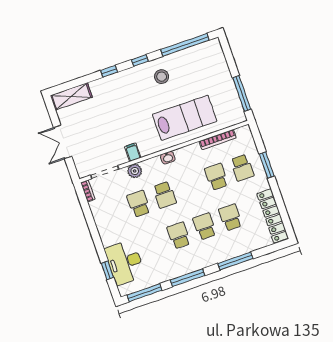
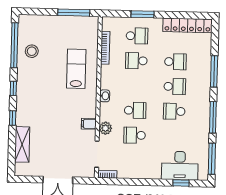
stool: (162, 77) -> (32, 51), moved
shelving: (71, 96) -> (22, 144), moved
lab bench: (185, 118) -> (76, 69), width x0.73, depth x0.72
school desk: (230, 217) -> (175, 62), turned 180
school desk: (205, 226) -> (175, 86), turned 180

